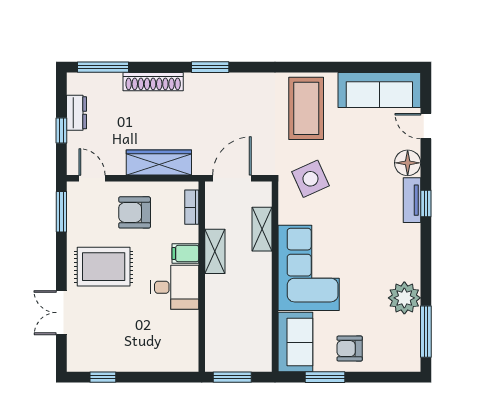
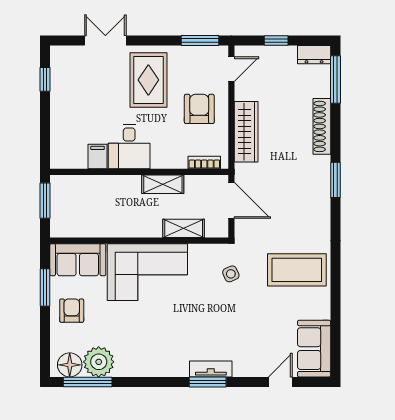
sofa: (379, 90) -> (314, 349), width x0.73
dresser: (77, 113) -> (314, 55), moved
floor lamp: (408, 163) -> (70, 365), moved
side table: (310, 179) -> (231, 274), width x0.54, depth x0.54
window: (426, 204) -> (208, 382), width x1.50
filing cabinet: (185, 253) -> (98, 157), moved
plant: (404, 298) -> (99, 362), moved

